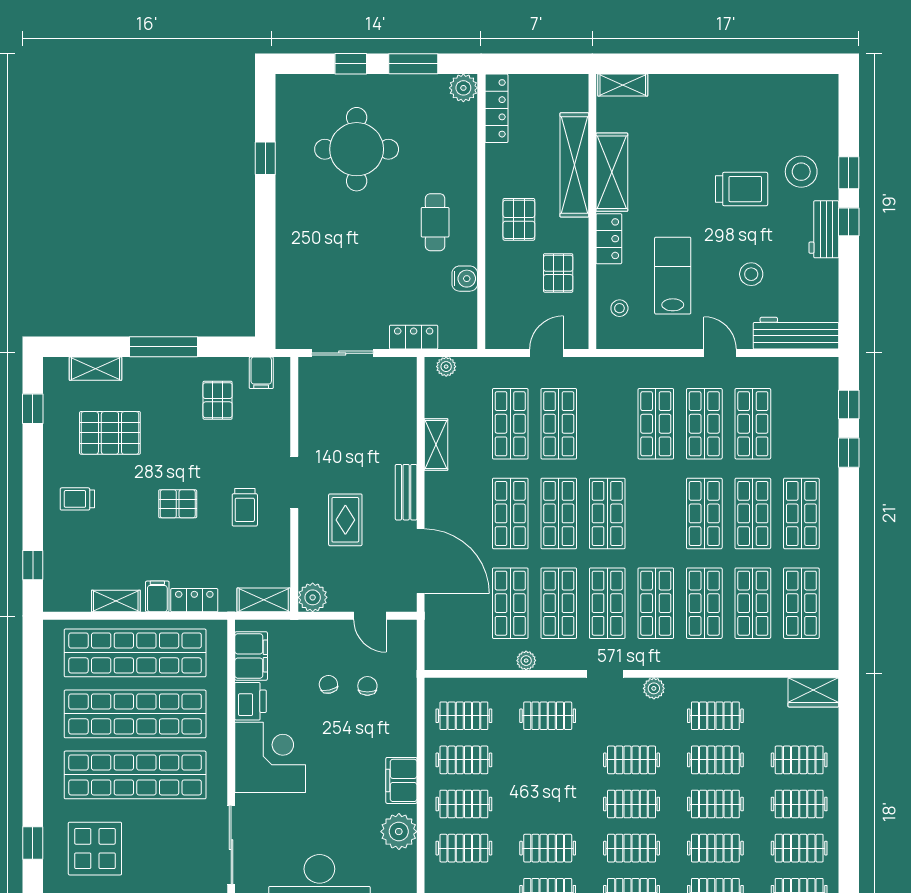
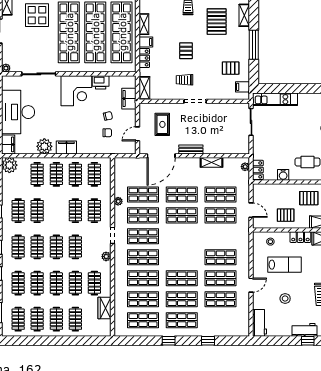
kitchen unit: (290, 297) -> (275, 99), added
workbench: (796, 333) -> (260, 323), width x0.73
locker: (414, 337) -> (258, 170), moved
window: (849, 405) -> (169, 341), moved
shop shelf: (607, 513) -> (182, 236), removed
rug: (345, 520) -> (162, 124), moved, turned 90
plant: (313, 597) -> (145, 109), removed
filing cabinet: (251, 656) -> (129, 99), moved, turned 90
wardrobe: (813, 692) -> (104, 308), moved
clothes rail: (548, 760) -> (75, 211), added

